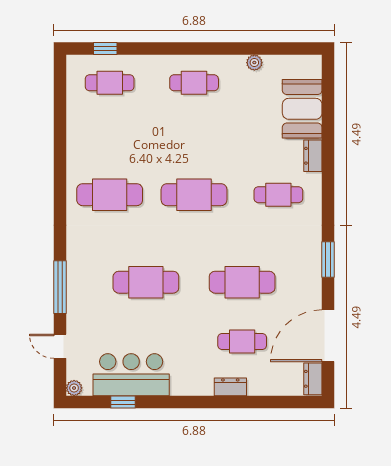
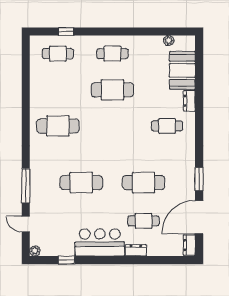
window: (105, 49) -> (66, 31), moved
plant: (254, 63) -> (169, 41), moved
cafe table: (194, 195) -> (112, 90), moved
window: (328, 259) -> (199, 179), moved
bar counter: (131, 375) -> (100, 242), moved

